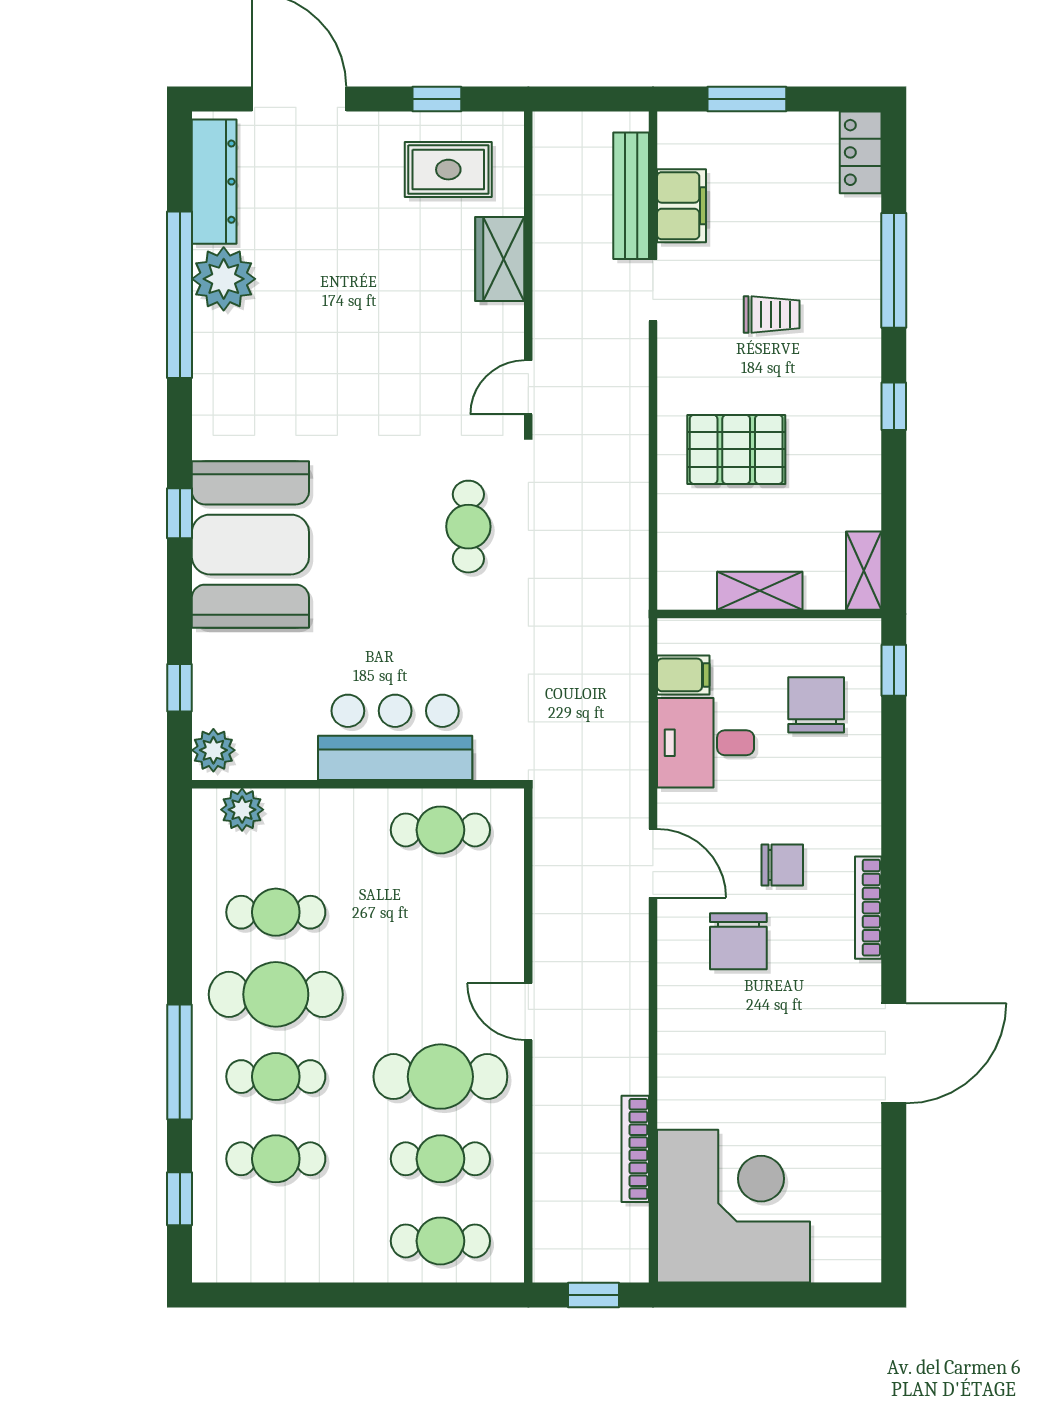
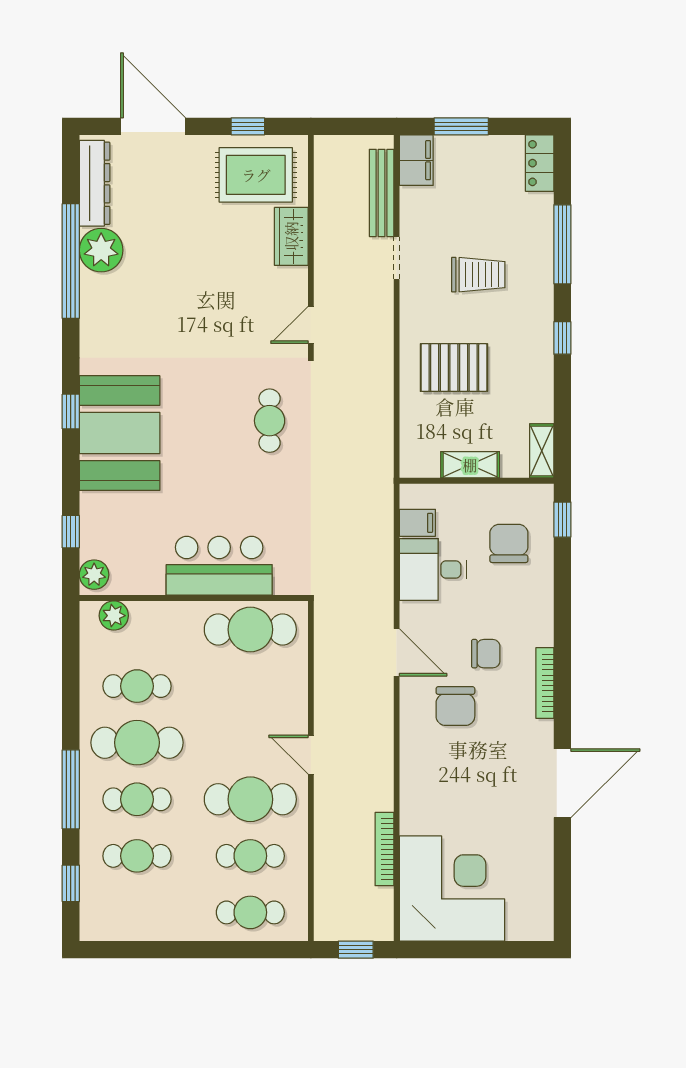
rug: (448, 170) -> (256, 175), width x1.36, depth x1.43
filing cabinet: (682, 206) -> (416, 160), moved
trolley: (772, 314) -> (478, 275), width x1.36, depth x1.39
cafe table: (440, 830) -> (250, 630), width x1.37, depth x1.35

